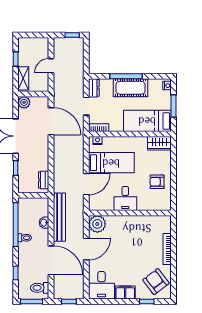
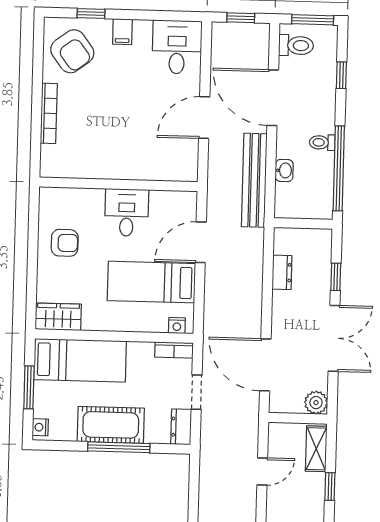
dresser: (44, 180) -> (282, 272), moved
plant: (97, 224) -> (182, 165), removed
filing cabinet: (125, 292) -> (122, 32), width x0.50

